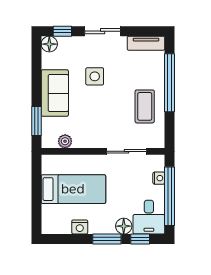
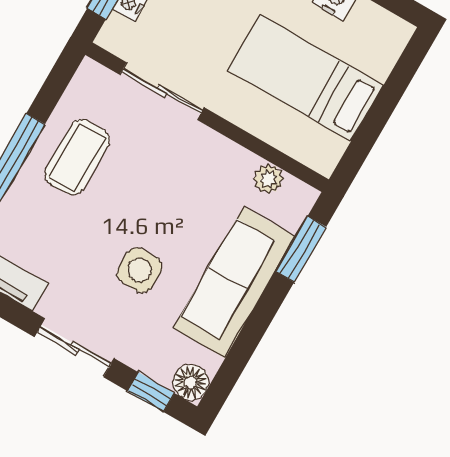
sofa: (55, 93) -> (235, 282), width x1.36

